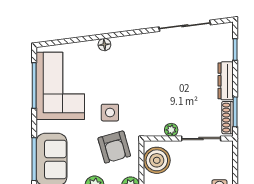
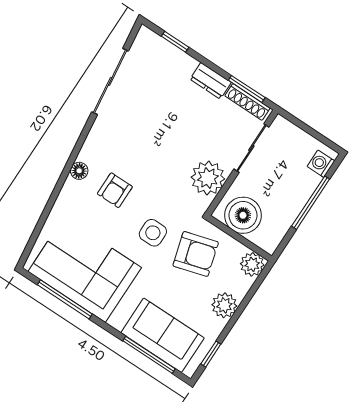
floor lamp: (104, 45) -> (79, 171), moved
armchair: (121, 72) -> (115, 190), added
dresser: (226, 81) -> (211, 81), width x0.70
plant: (171, 130) -> (208, 178), width x1.88, depth x1.88

